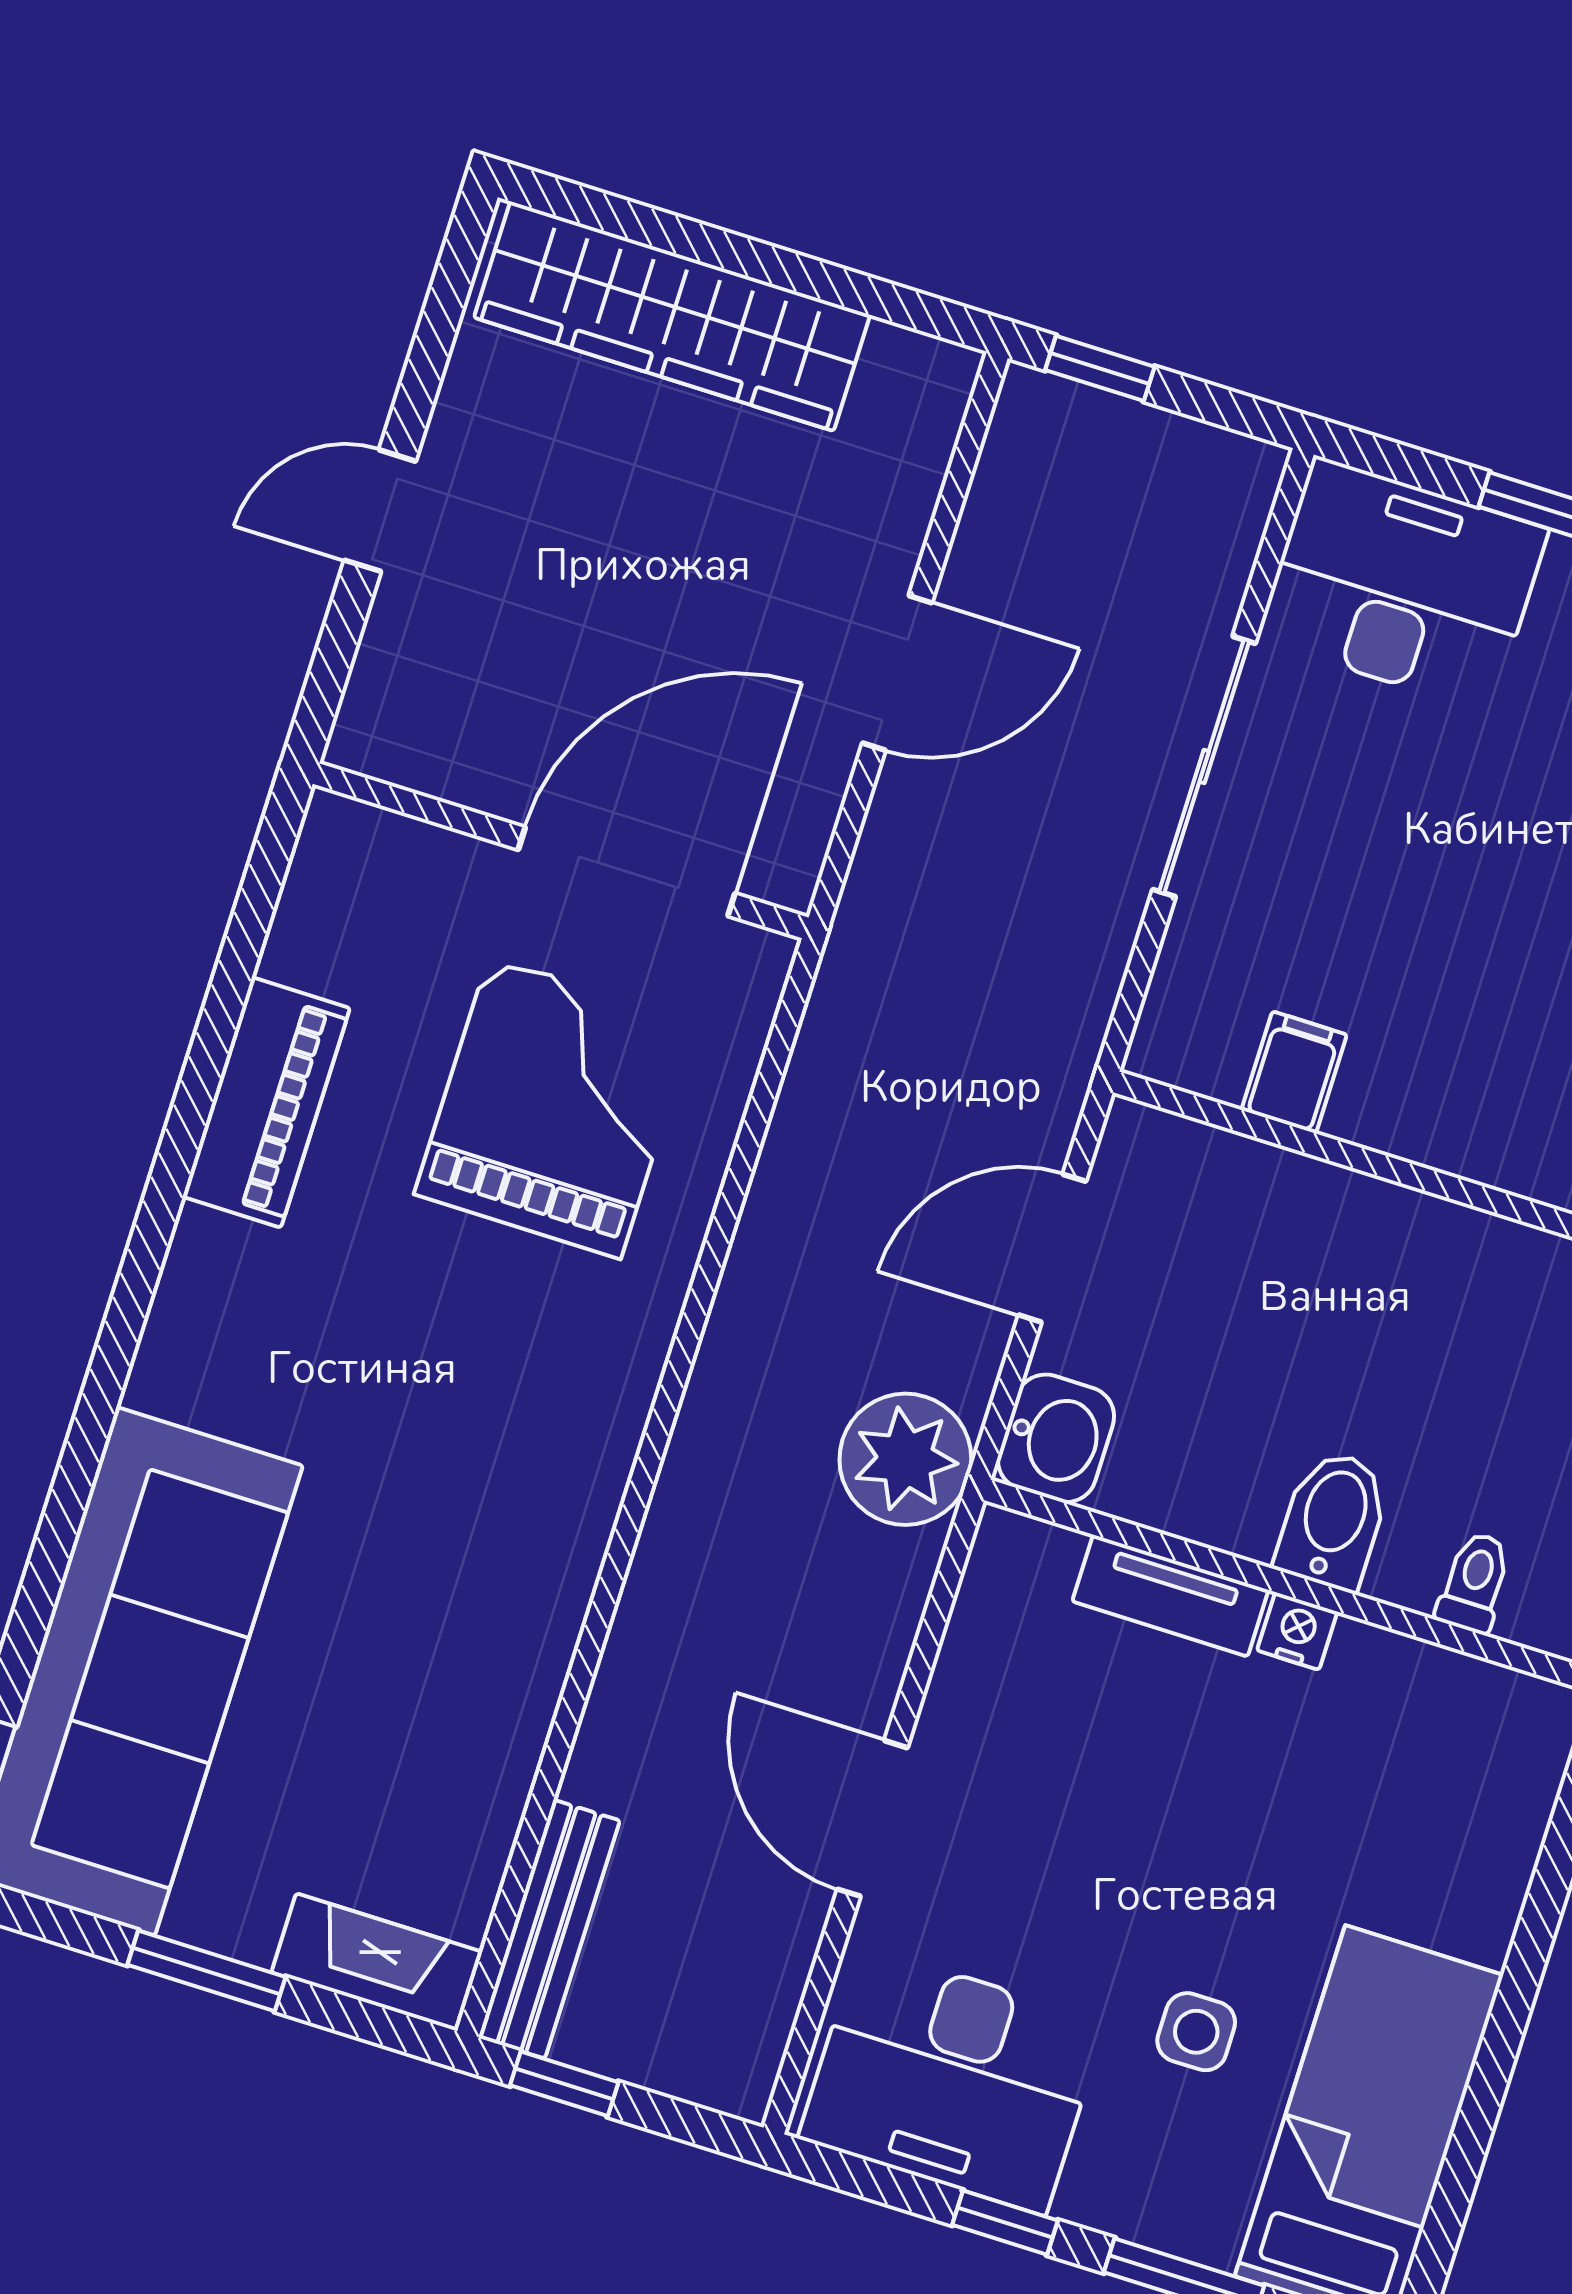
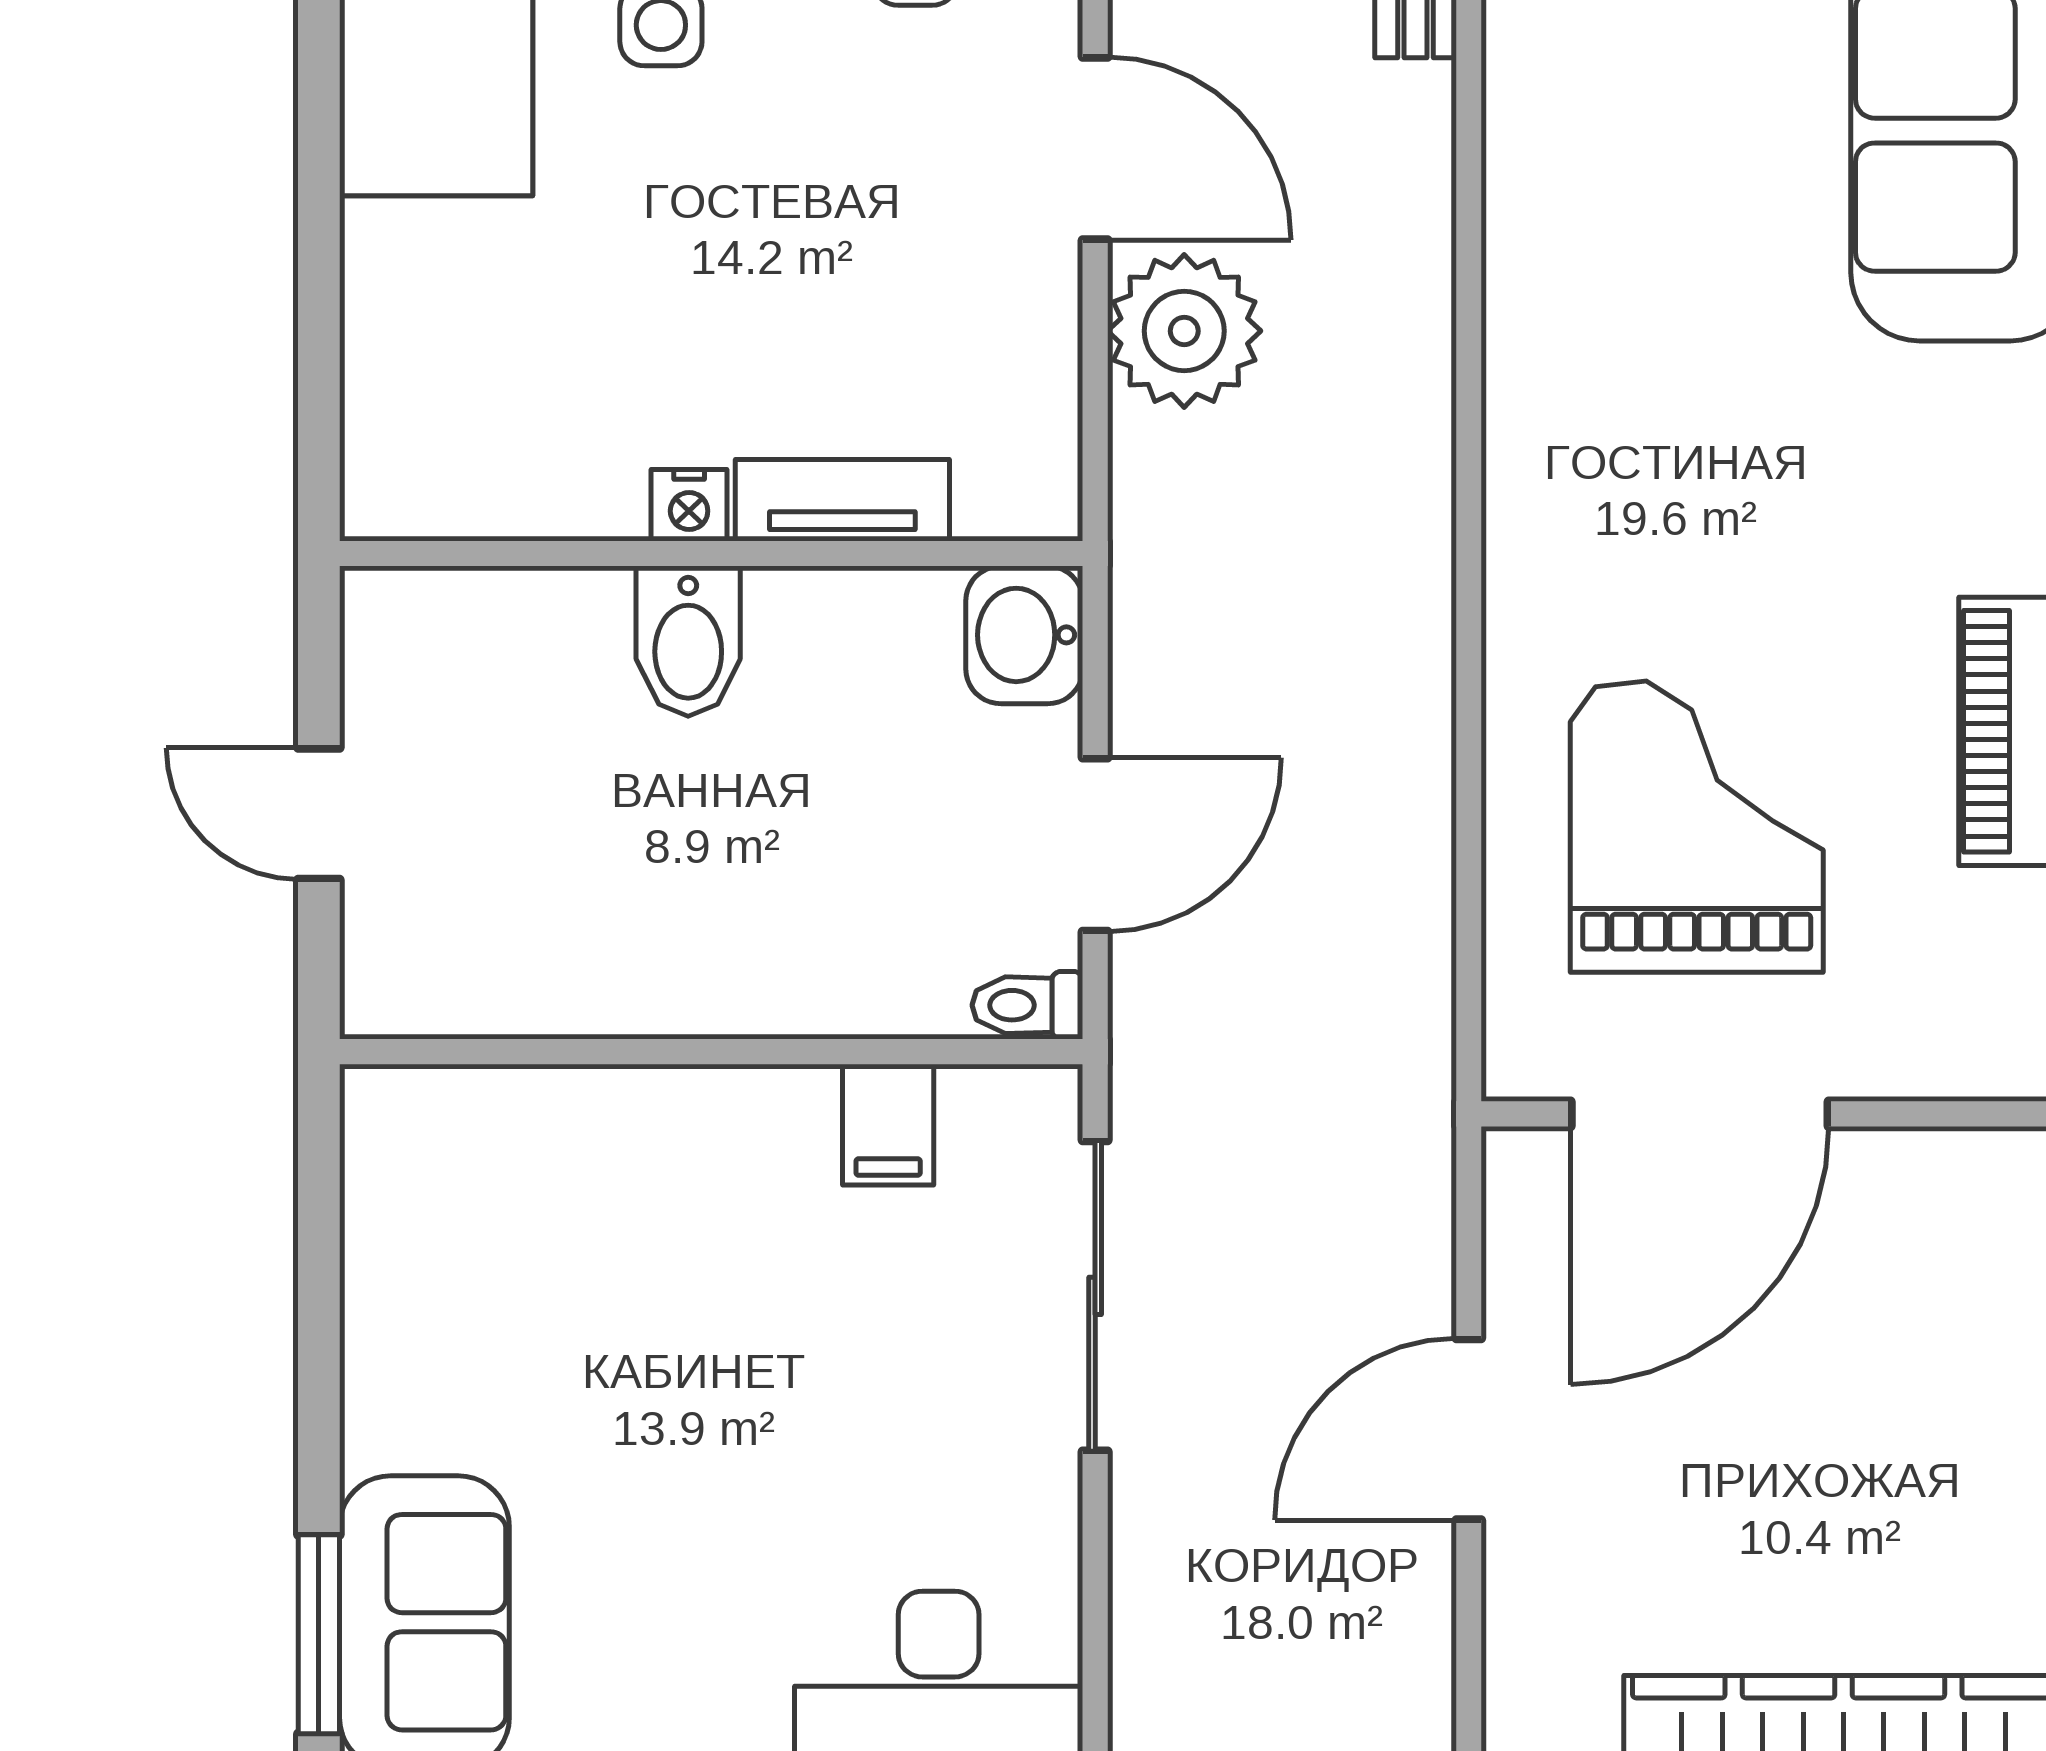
sliding door: (1204, 767) -> (1095, 1296), moved
grand piano: (555, 1108) -> (1697, 827), turned 180
plant: (905, 1459) -> (1184, 331), moved
toilet: (1474, 1582) -> (1027, 1005), moved, turned 90

